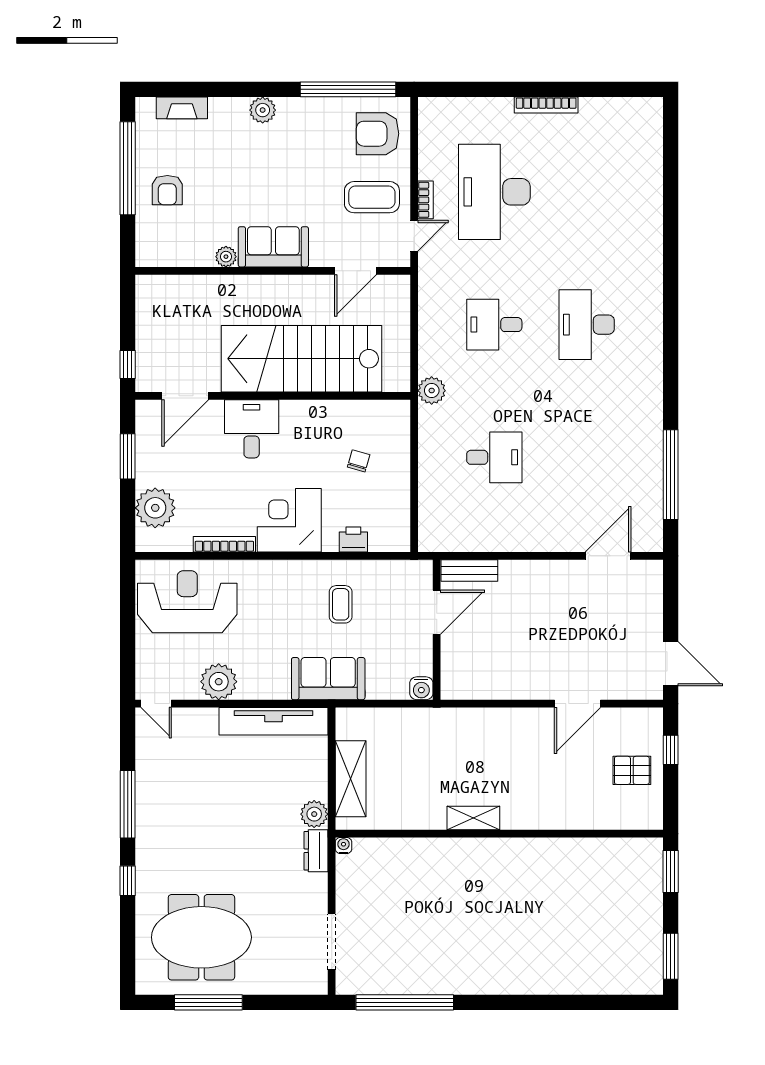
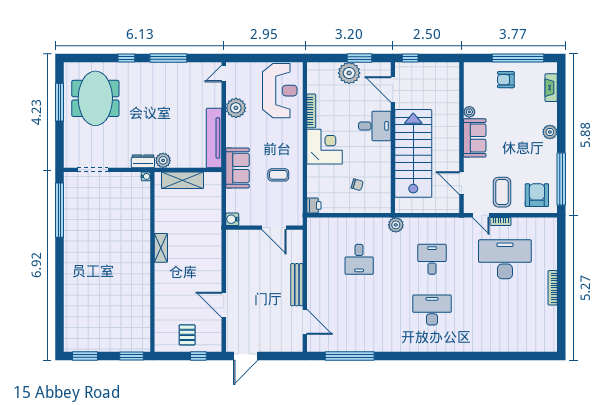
plant: (155, 508) -> (349, 73), moved
printer: (353, 539) -> (314, 205), moved
bench: (469, 571) -> (297, 285), moved, width x1.36

